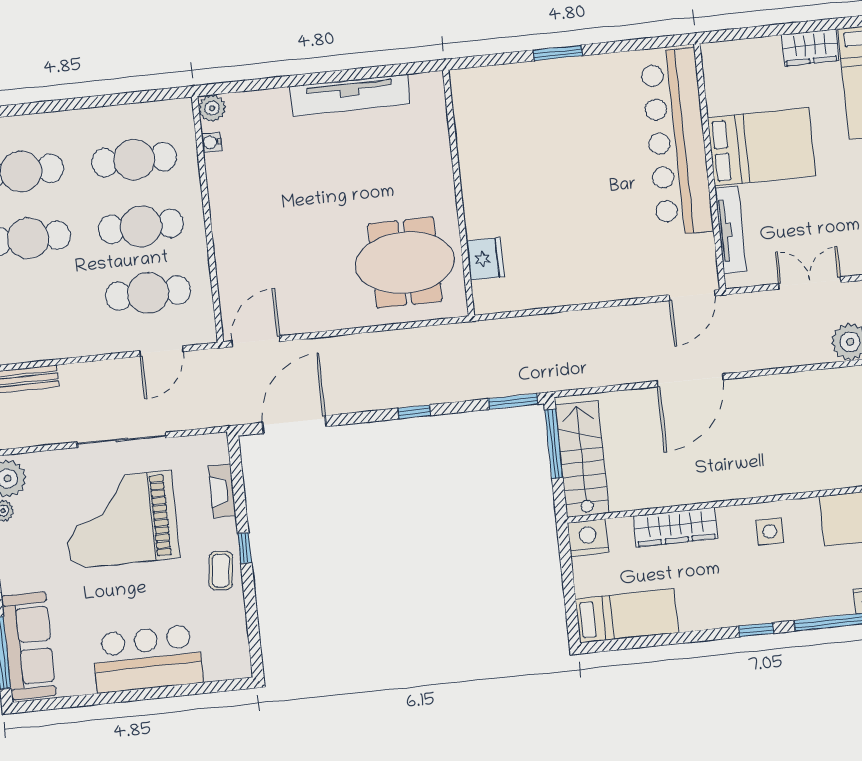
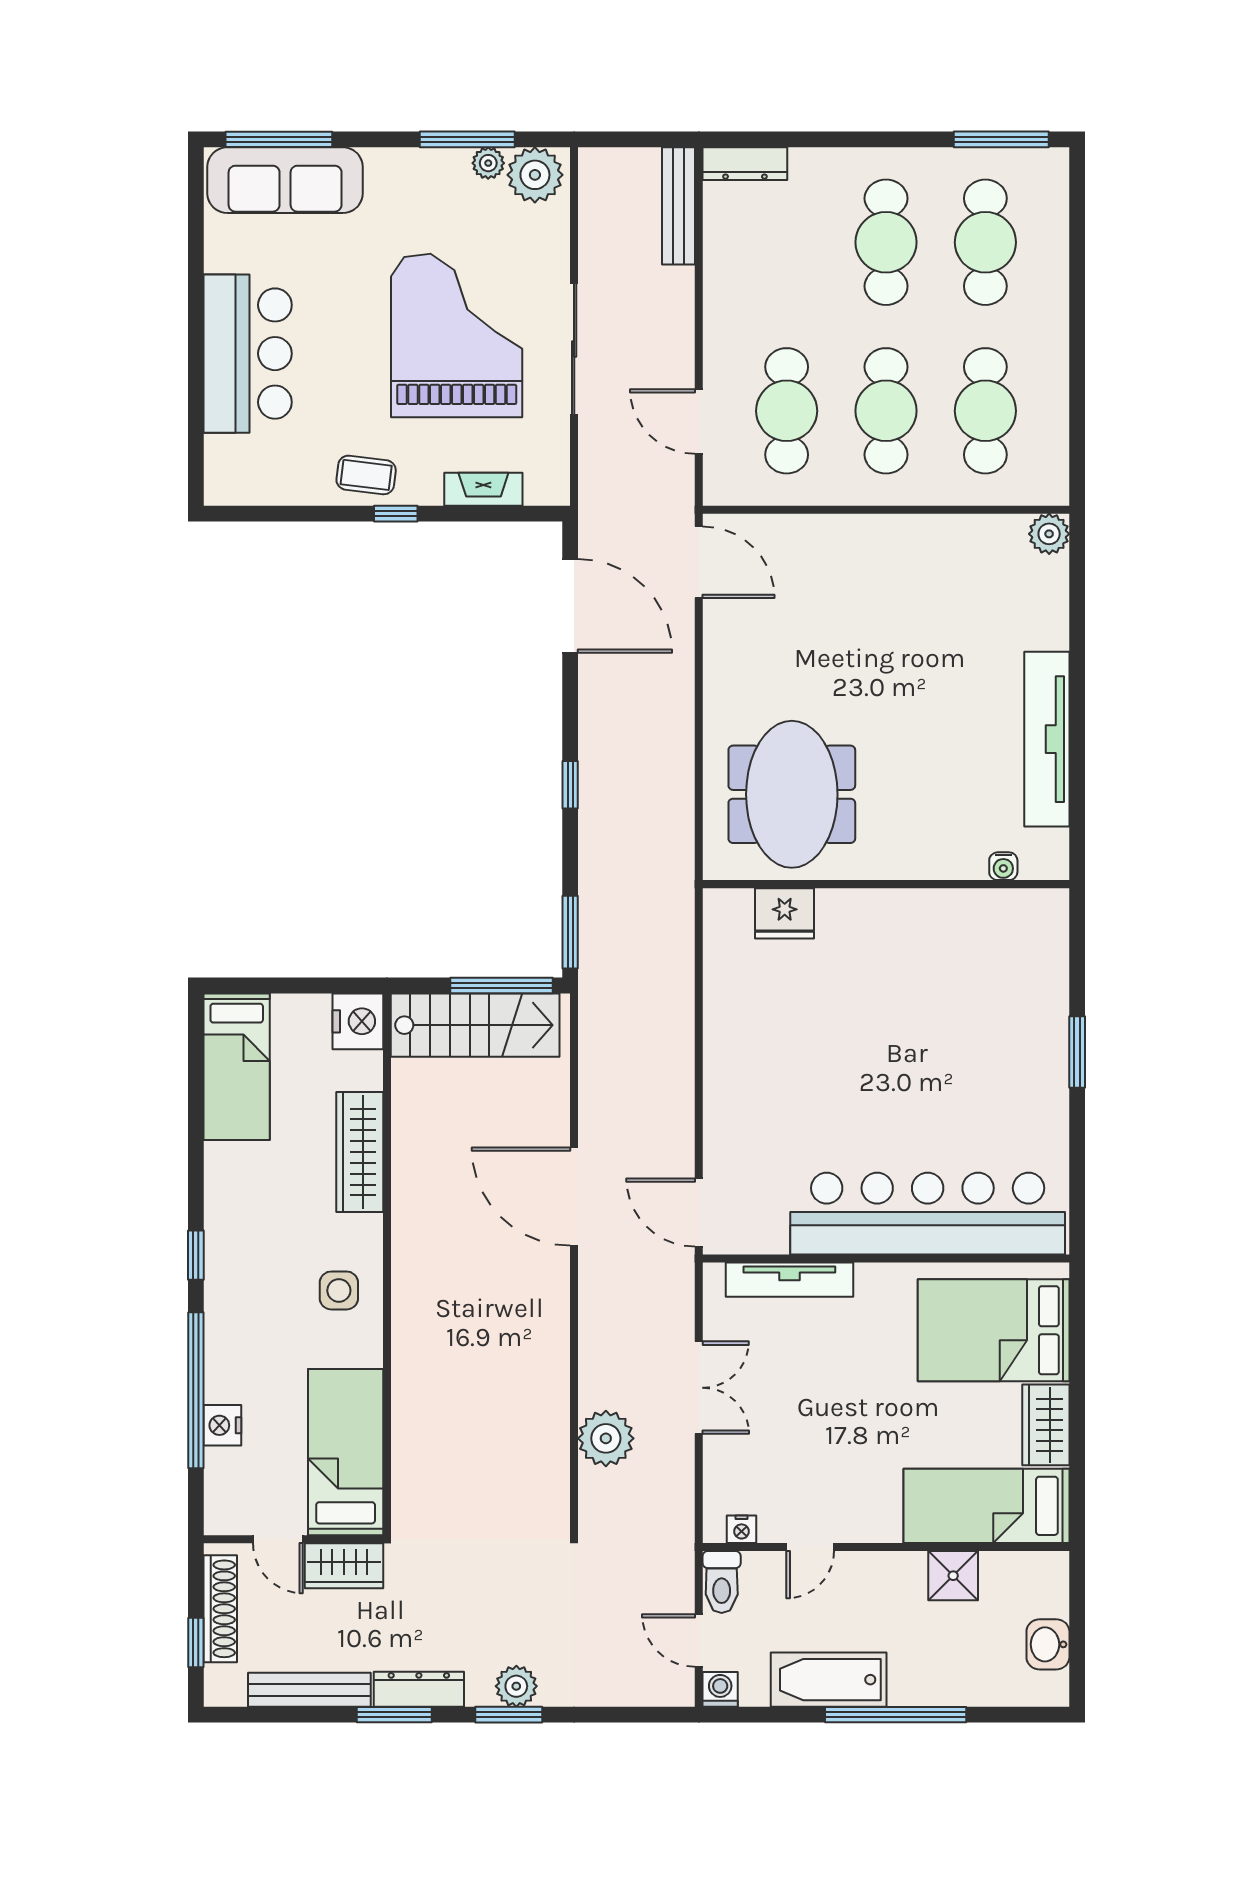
water cooler: (211, 142) -> (1003, 866), moved, turned 180
bed: (762, 147) -> (994, 1330), moved, turned 90

